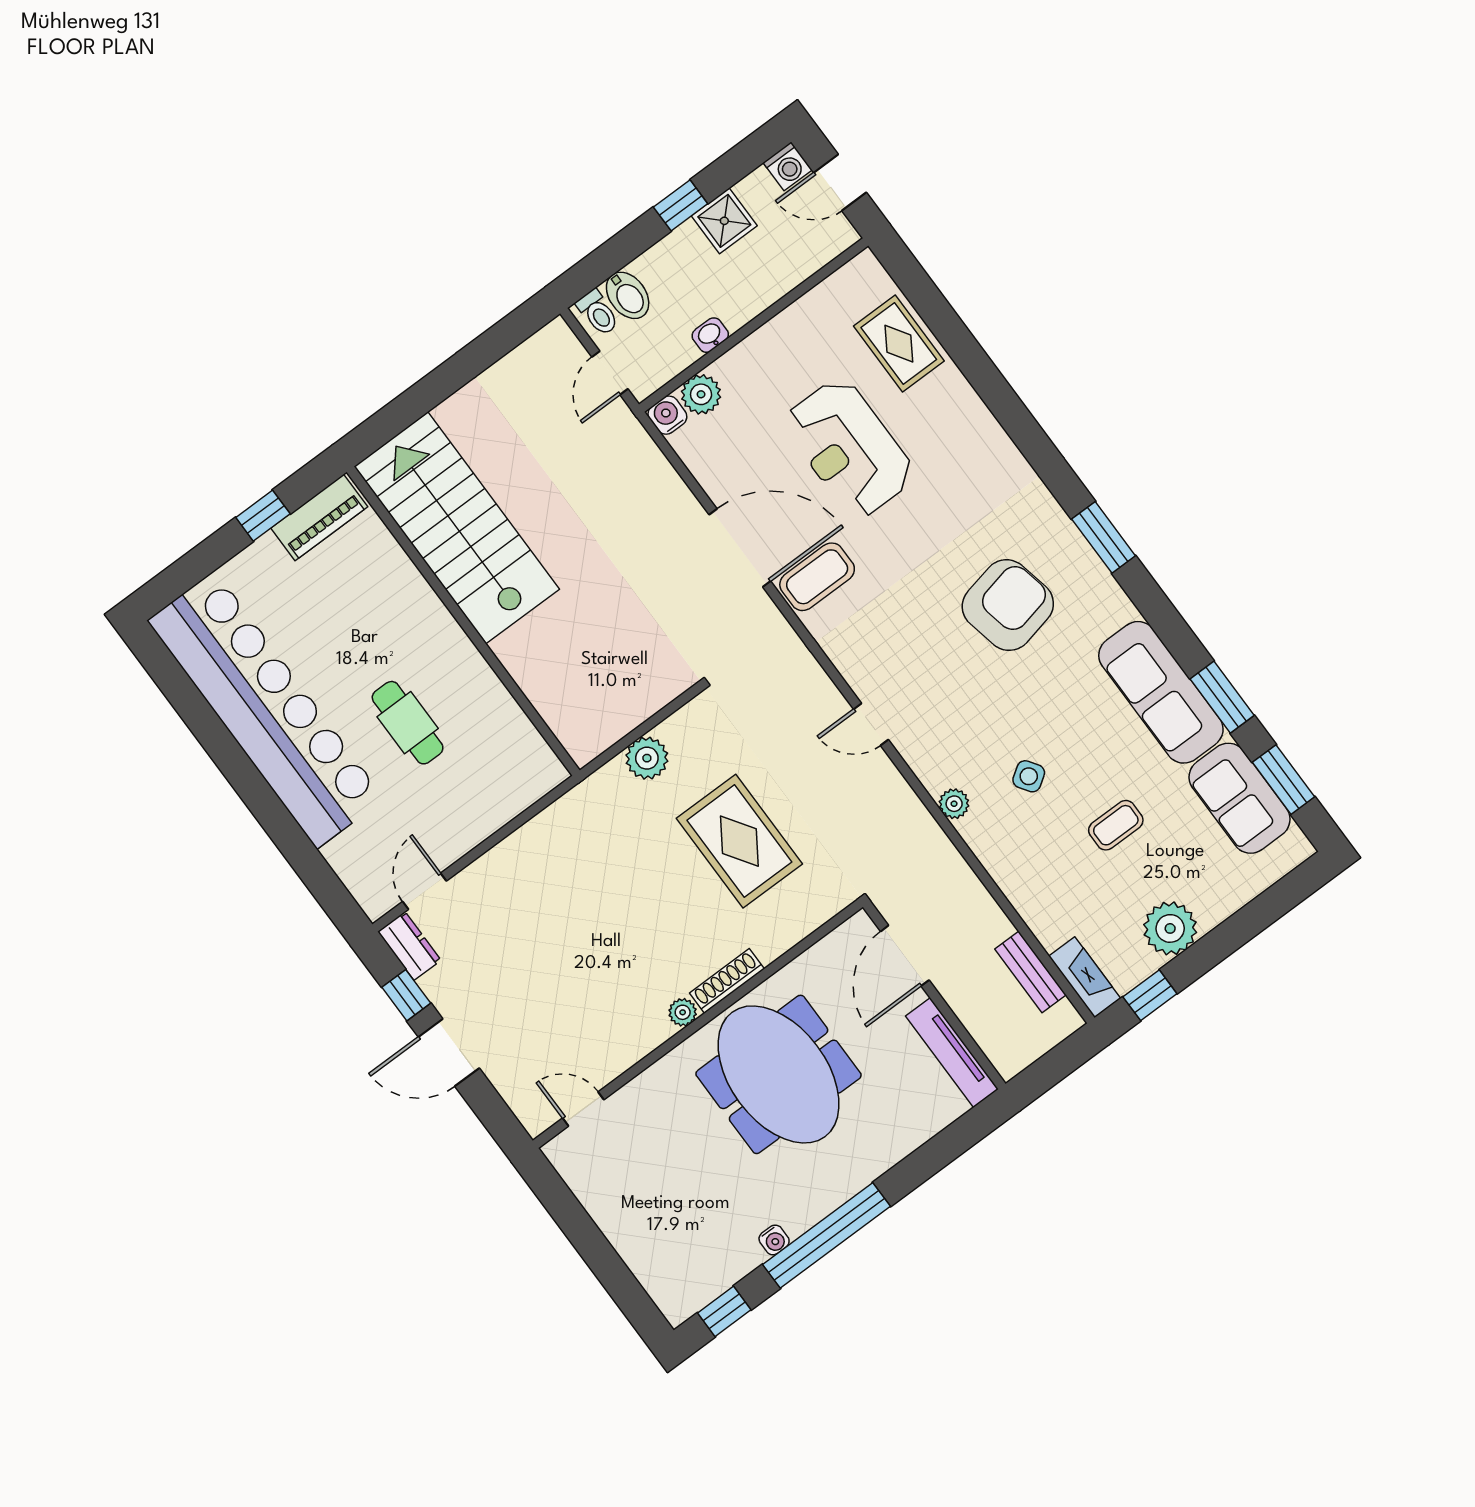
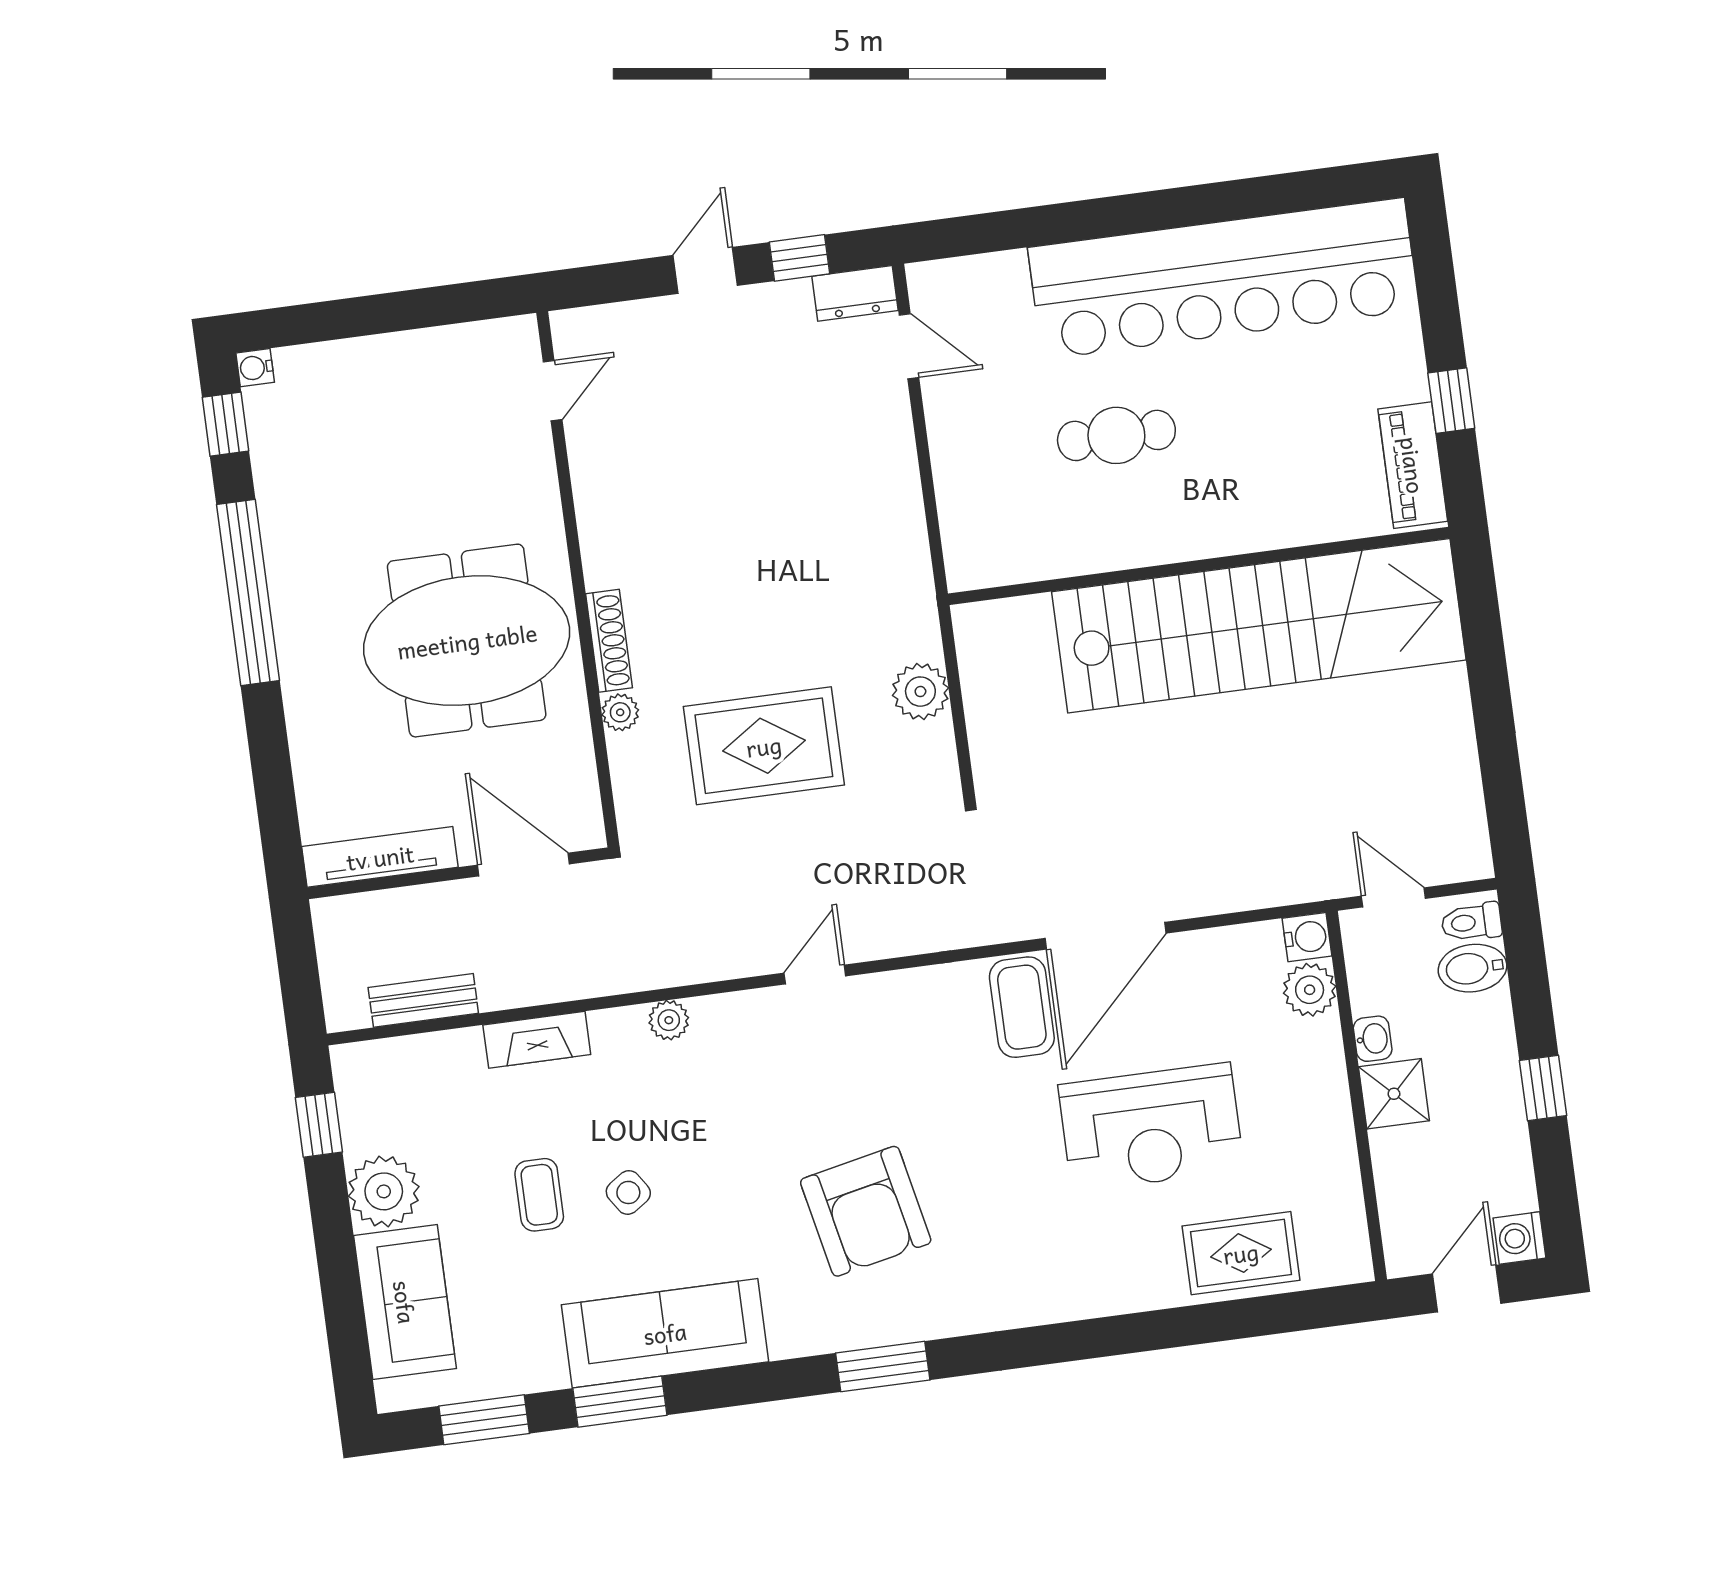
shower: (724, 221) -> (1394, 1094), moved
reception desk: (849, 448) -> (1151, 1127), turned 180
stairs: (457, 528) -> (1259, 626), width x1.36
side table: (1029, 776) -> (628, 1192), moved
sofa: (1239, 798) -> (405, 1302), moved, turned 90
fireplace: (1085, 977) -> (537, 1040), moved
plant: (683, 1012) -> (620, 712), moved
door: (449, 1052) -> (705, 270), width x0.73
water cooler: (774, 1240) -> (255, 368), moved

